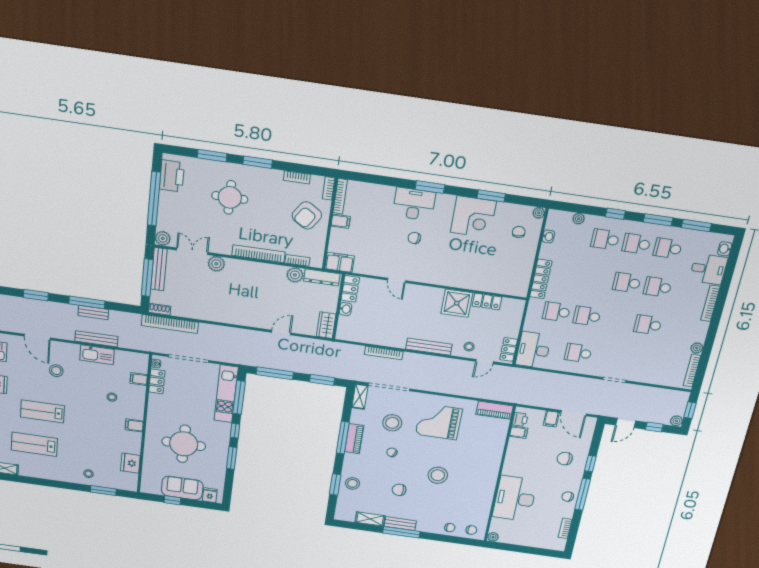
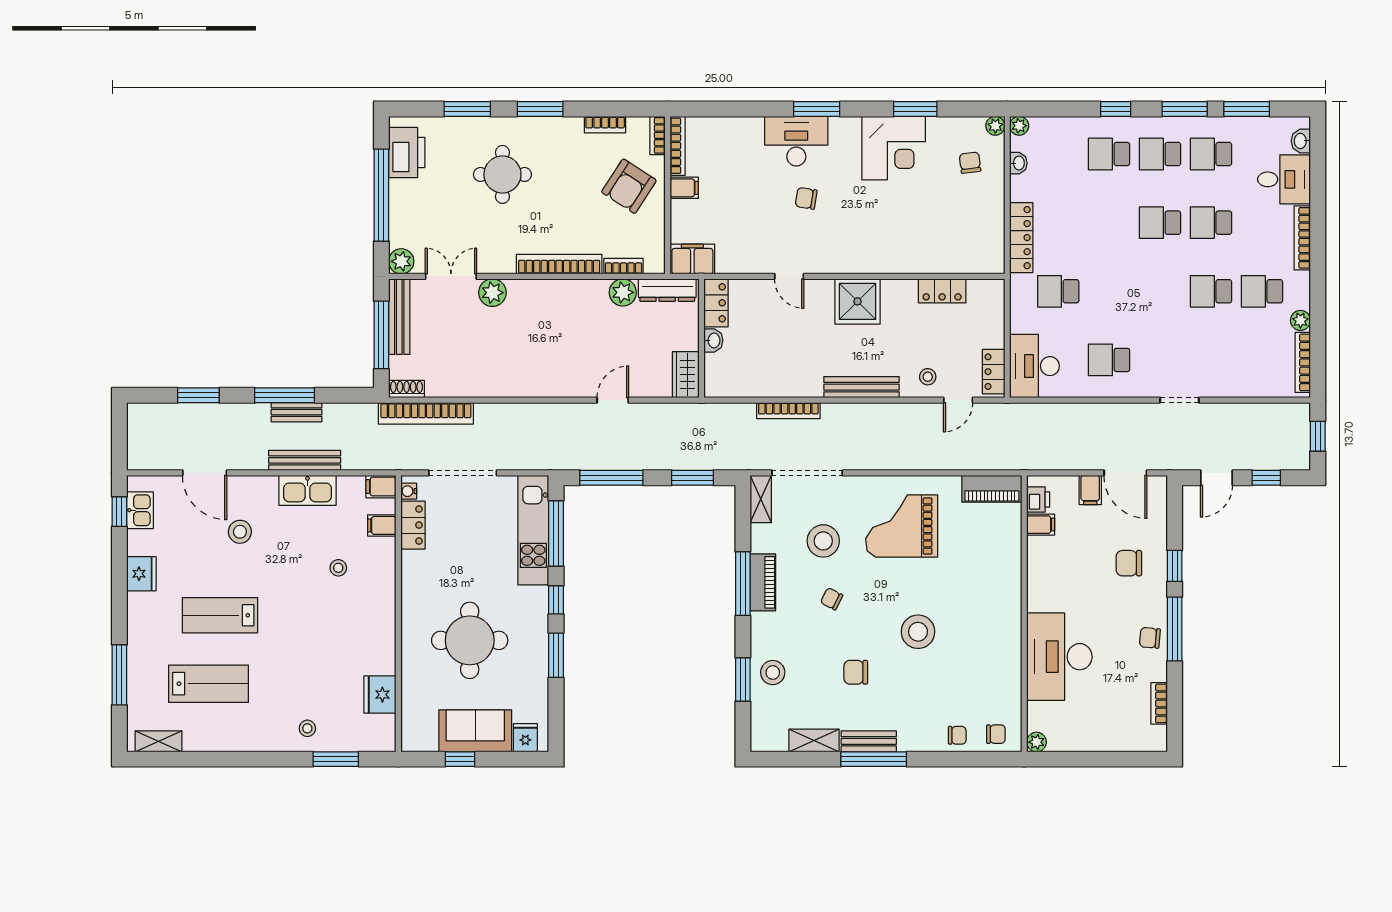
plant: (579, 219) -> (1019, 126), moved
shower: (457, 303) -> (858, 301), moved
school desk: (587, 316) -> (1262, 291), moved
plant: (676, 421) -> (1300, 460), removed
filing cabinet: (134, 425) -> (381, 487), moved
lab bench: (34, 444) -> (209, 684), turned 180

